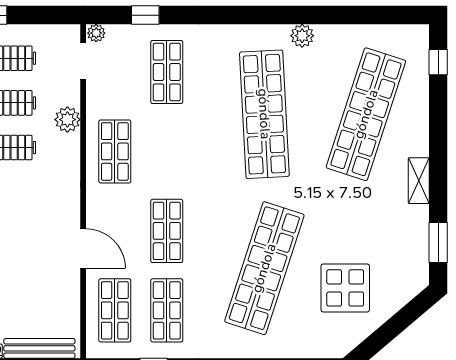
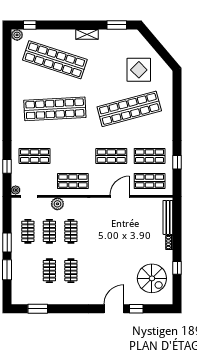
plant: (302, 36) -> (17, 35), moved
shop shelf: (264, 268) -> (129, 109), turned -33

